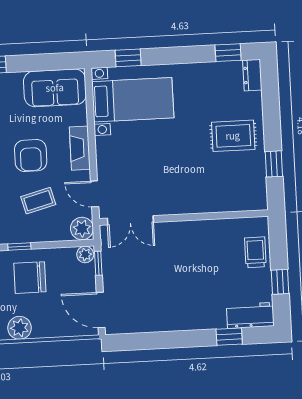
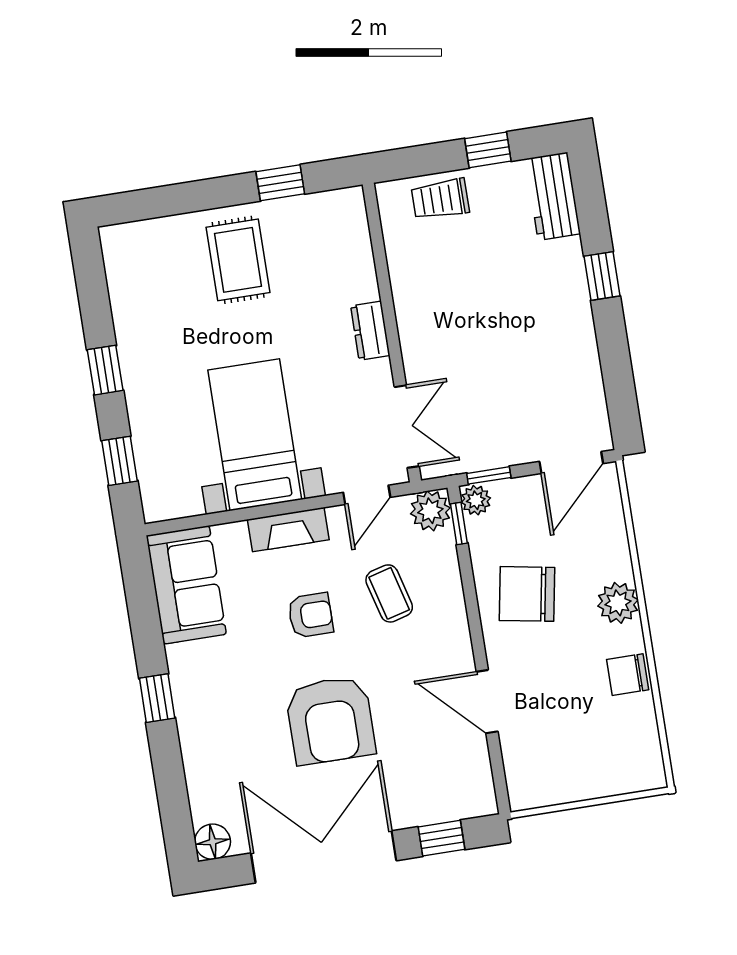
window: (228, 53) -> (105, 370), moved
dresser: (252, 75) -> (370, 331), moved, turned 90
bed with nightstands: (133, 100) -> (255, 435), moved
armchair: (31, 156) -> (311, 615), width x0.72, depth x0.72
window: (19, 247) -> (459, 524), moved
chair: (30, 278) -> (527, 594), turned 100
window: (229, 337) -> (602, 276), moved

